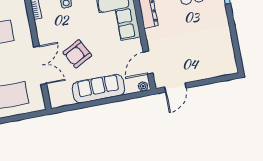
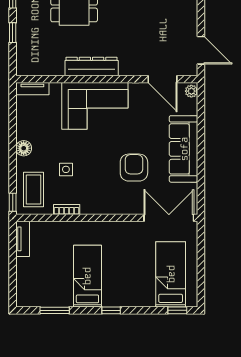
armchair: (77, 54) -> (134, 168), turned -152
double door: (40, 65) -> (169, 218), moved

